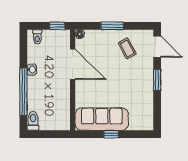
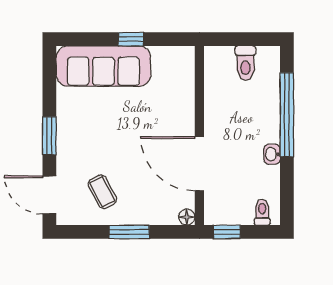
sofa: (102, 119) -> (103, 66), moved
toilet: (33, 121) -> (245, 63), moved

